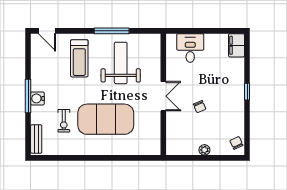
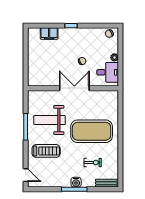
door: (47, 31) -> (26, 175), hinge flipped
filing cabinet: (237, 45) -> (49, 33), moved
desk: (190, 48) -> (108, 72), moved, turned 180
double door: (163, 96) -> (74, 88), width x1.37
exercise mat: (106, 119) -> (92, 131), turned 90

